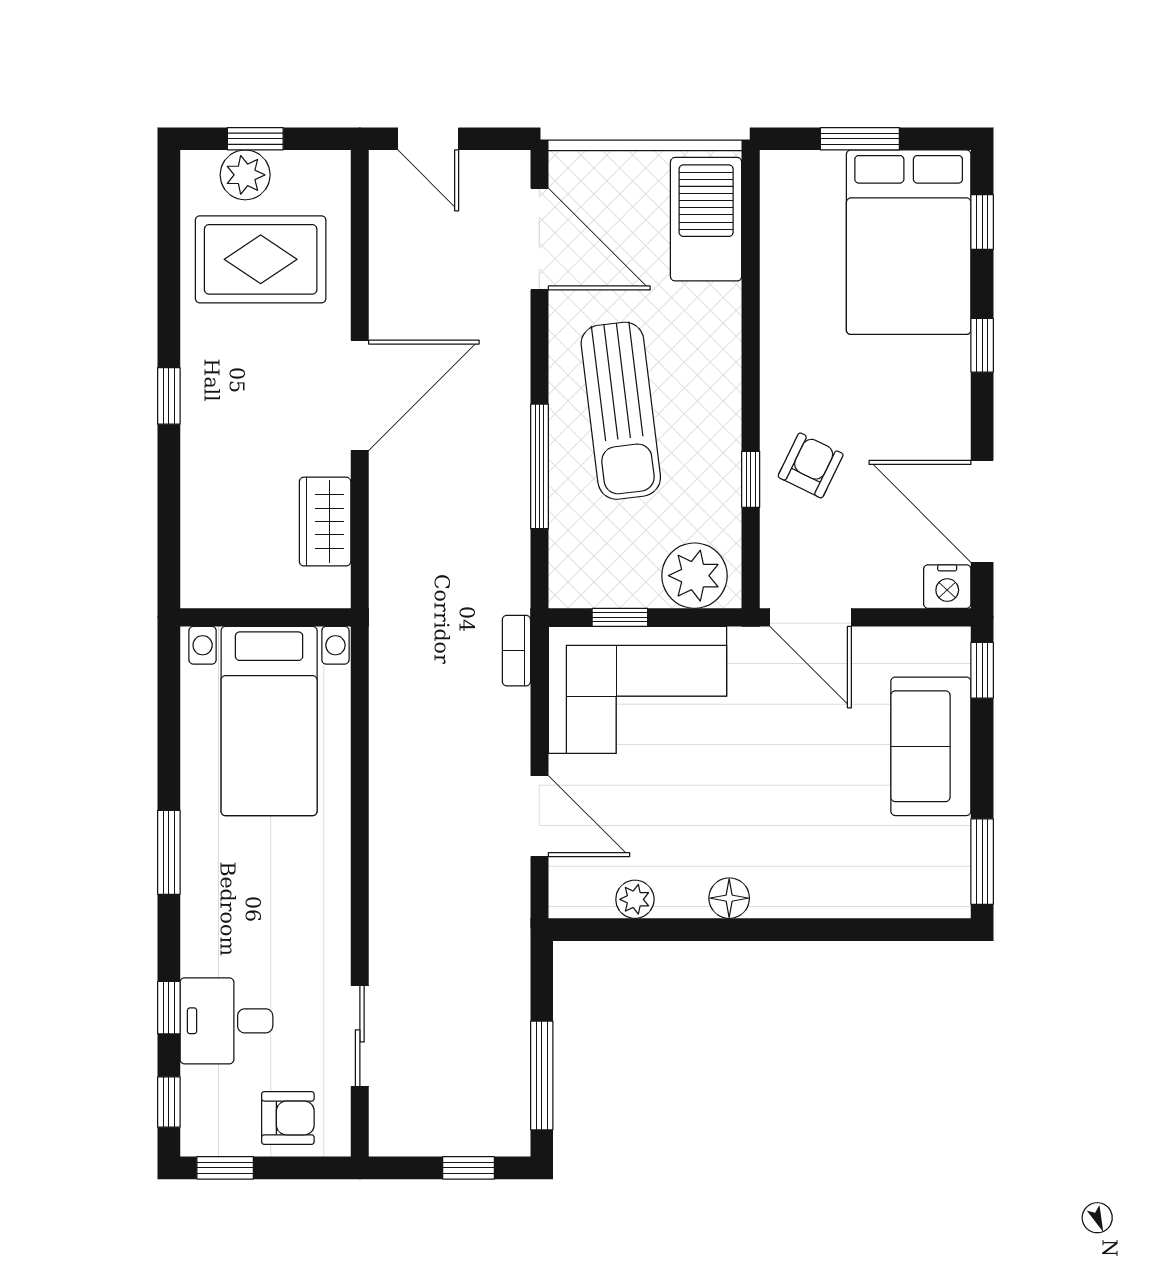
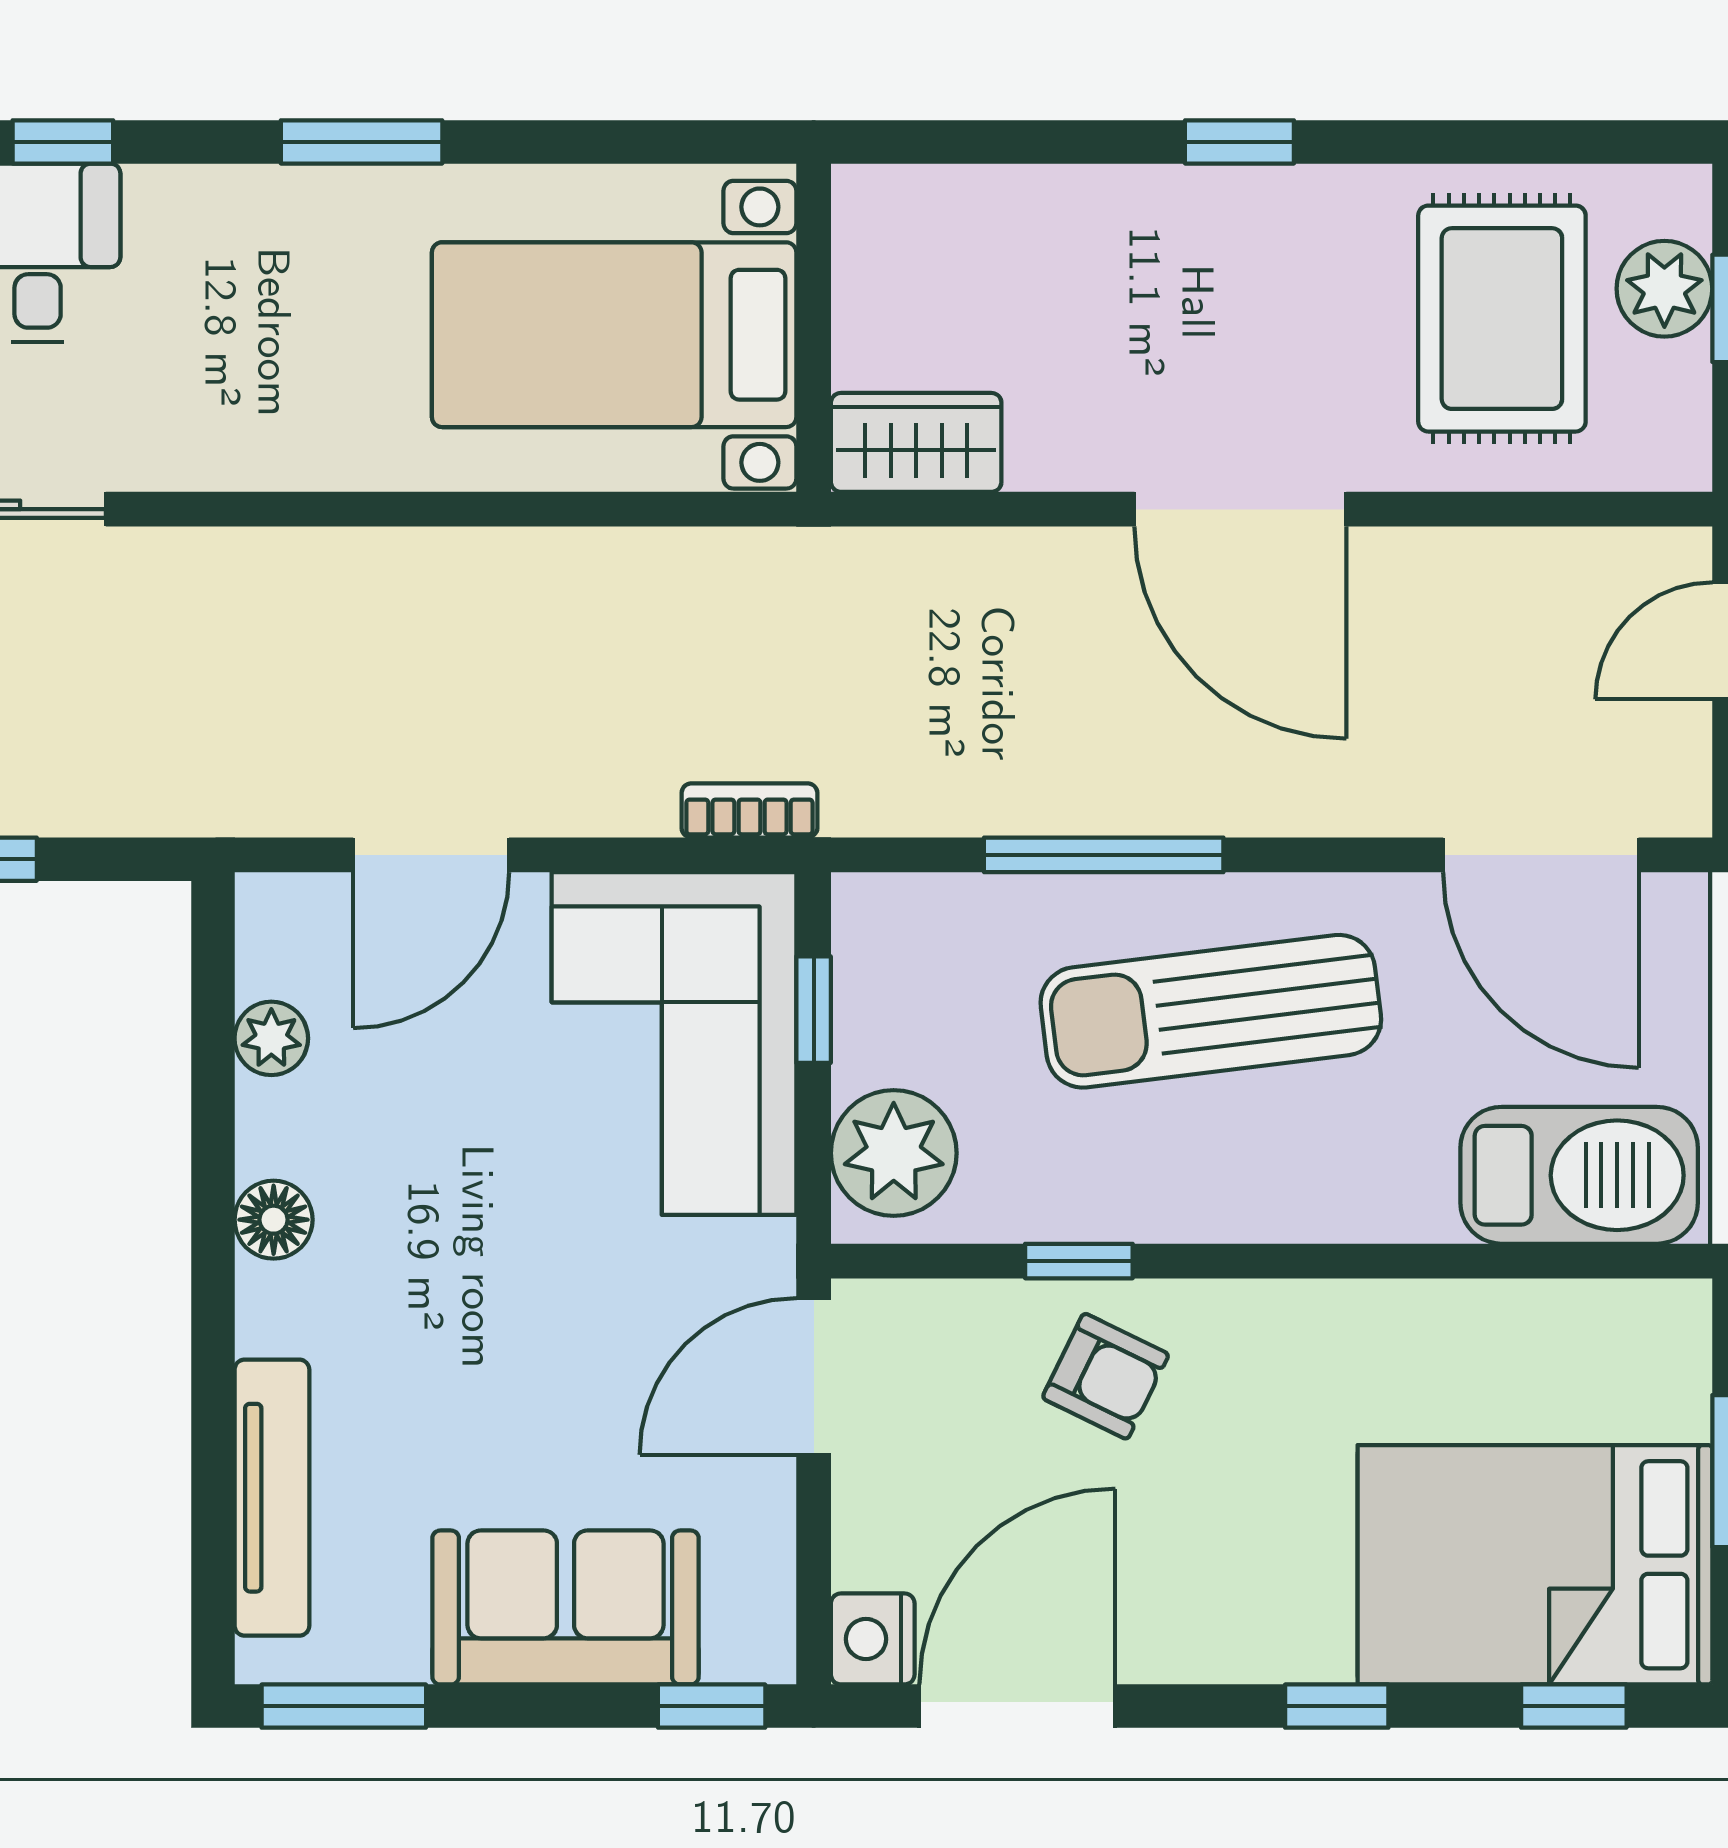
door: (539, 239) -> (1541, 855), hinge flipped
wardrobe: (325, 522) -> (916, 442), moved
tv unit: (874, 899) -> (272, 1498), added

